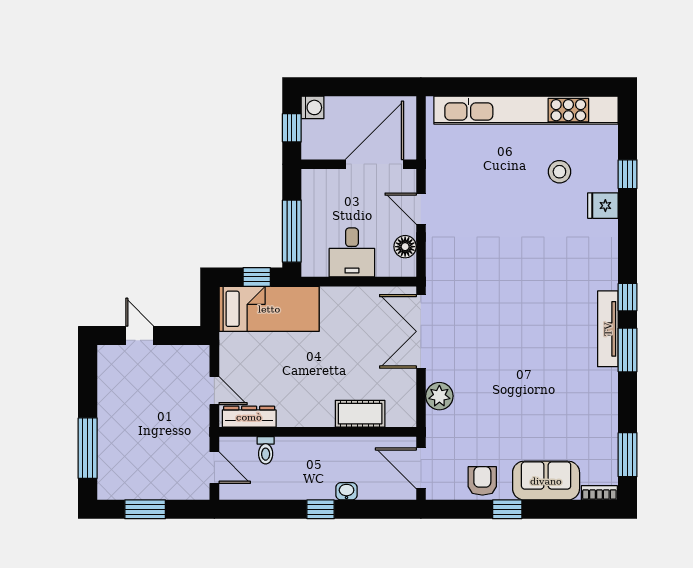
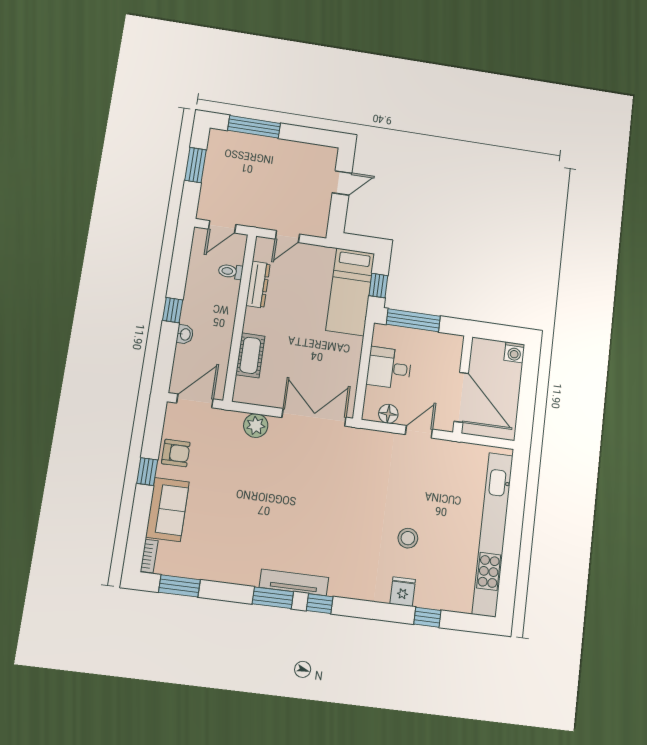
window: (292, 128) -> (499, 333), removed
stool: (559, 172) -> (408, 538), moved
dresser: (249, 417) -> (258, 285), moved

